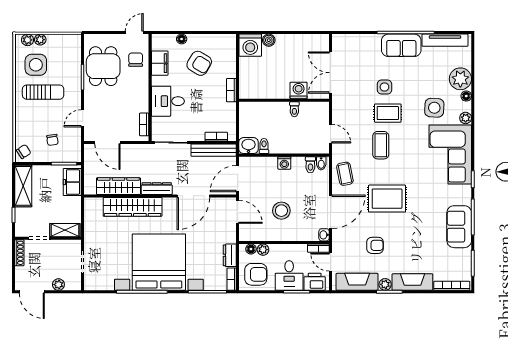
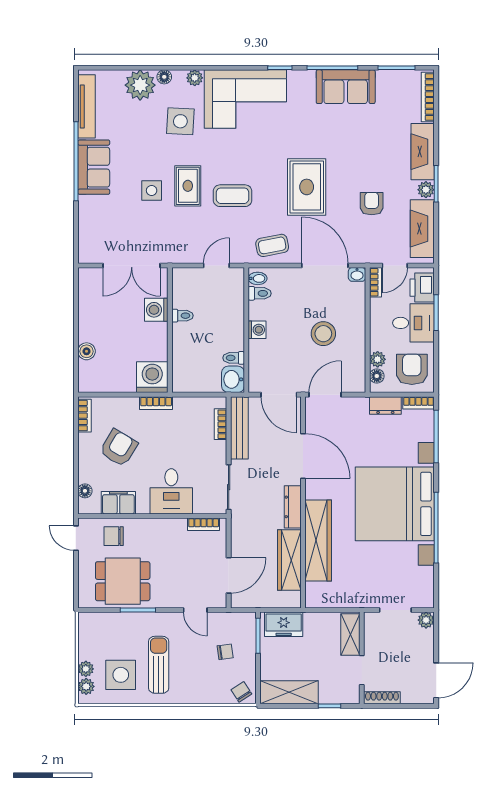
floor lamp: (182, 39) -> (85, 491), moved
bookcase: (222, 39) -> (85, 416), added
washing machine: (250, 45) -> (152, 377), moved, turned -90
plant: (58, 285) -> (426, 620), moved

